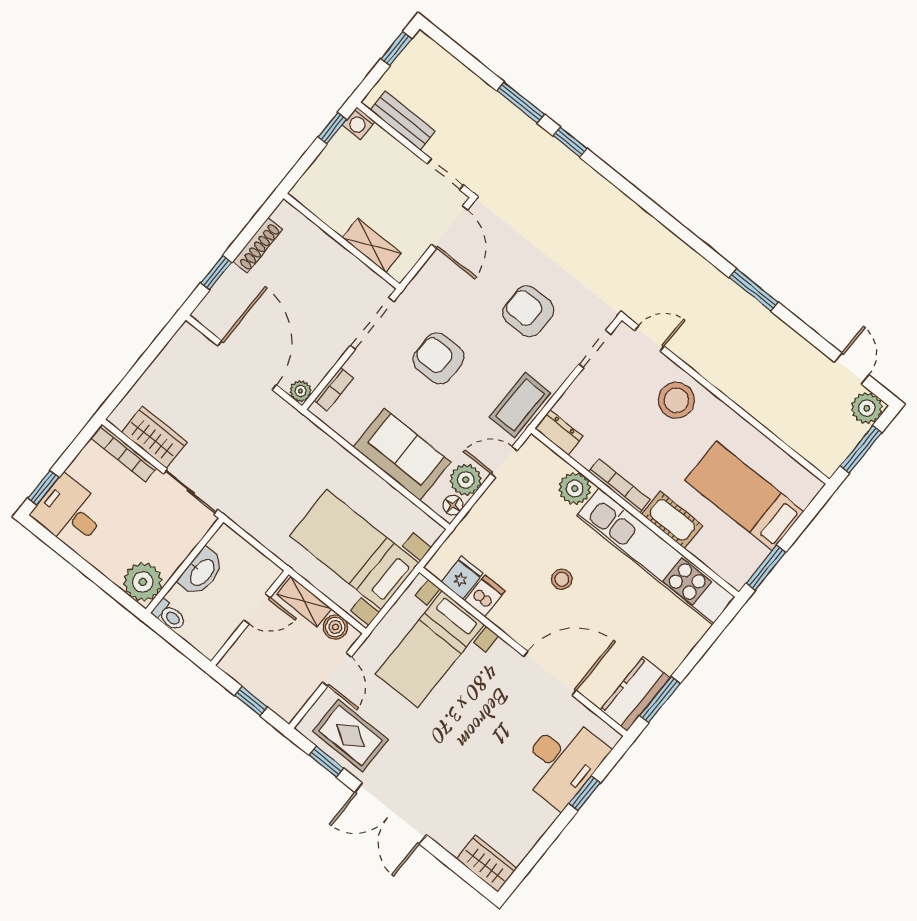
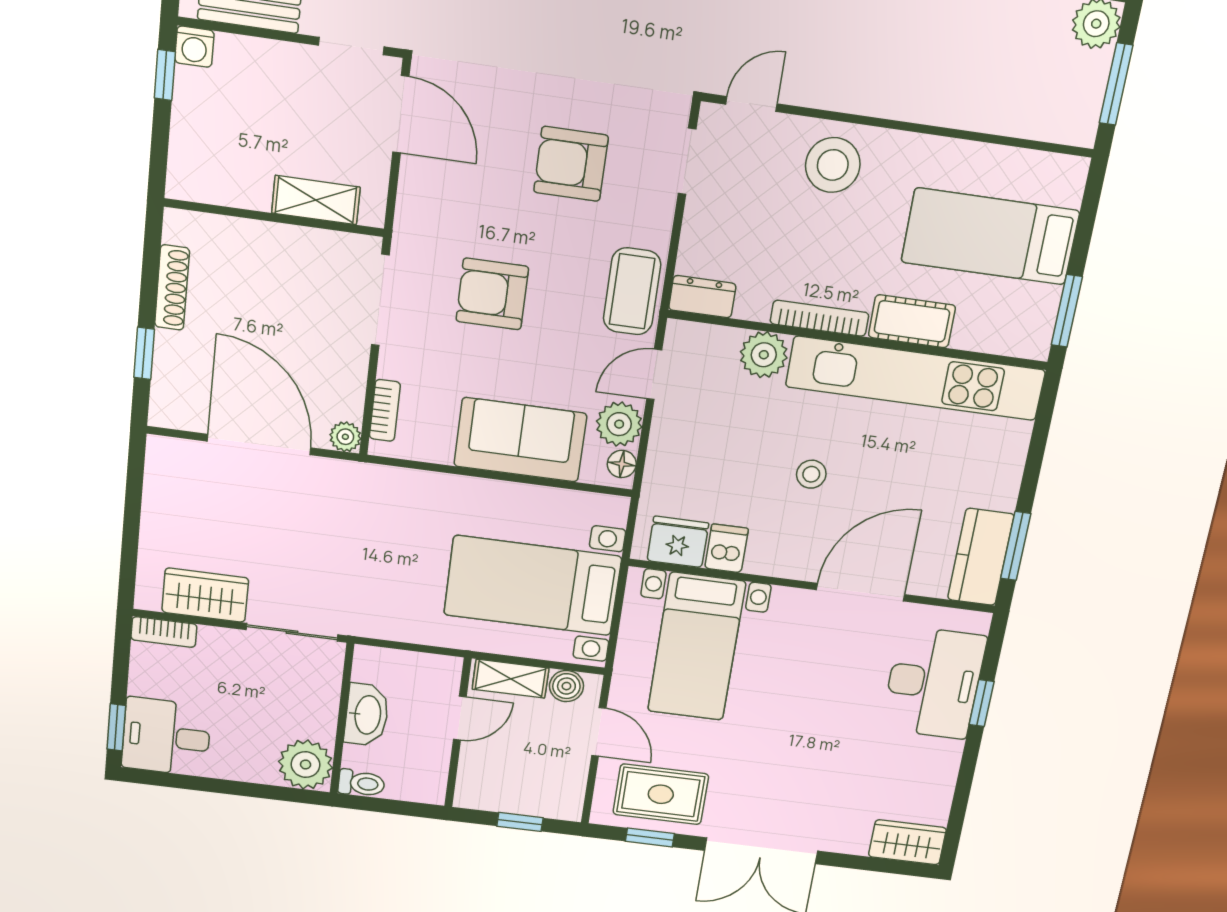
bookcase: (124, 453) -> (164, 632), width x0.64
fridge: (462, 578) -> (678, 542), width x1.38

